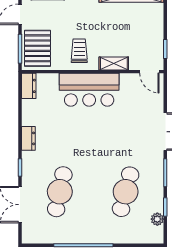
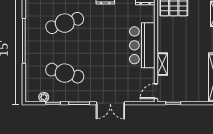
trolley: (79, 51) -> (172, 38), removed
cafe table: (60, 192) -> (65, 23), turned -30

